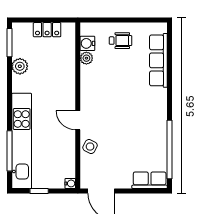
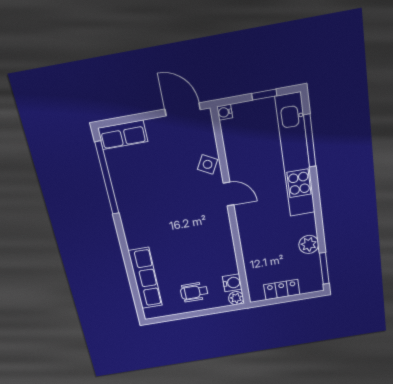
plant: (86, 58) -> (236, 298), moved

